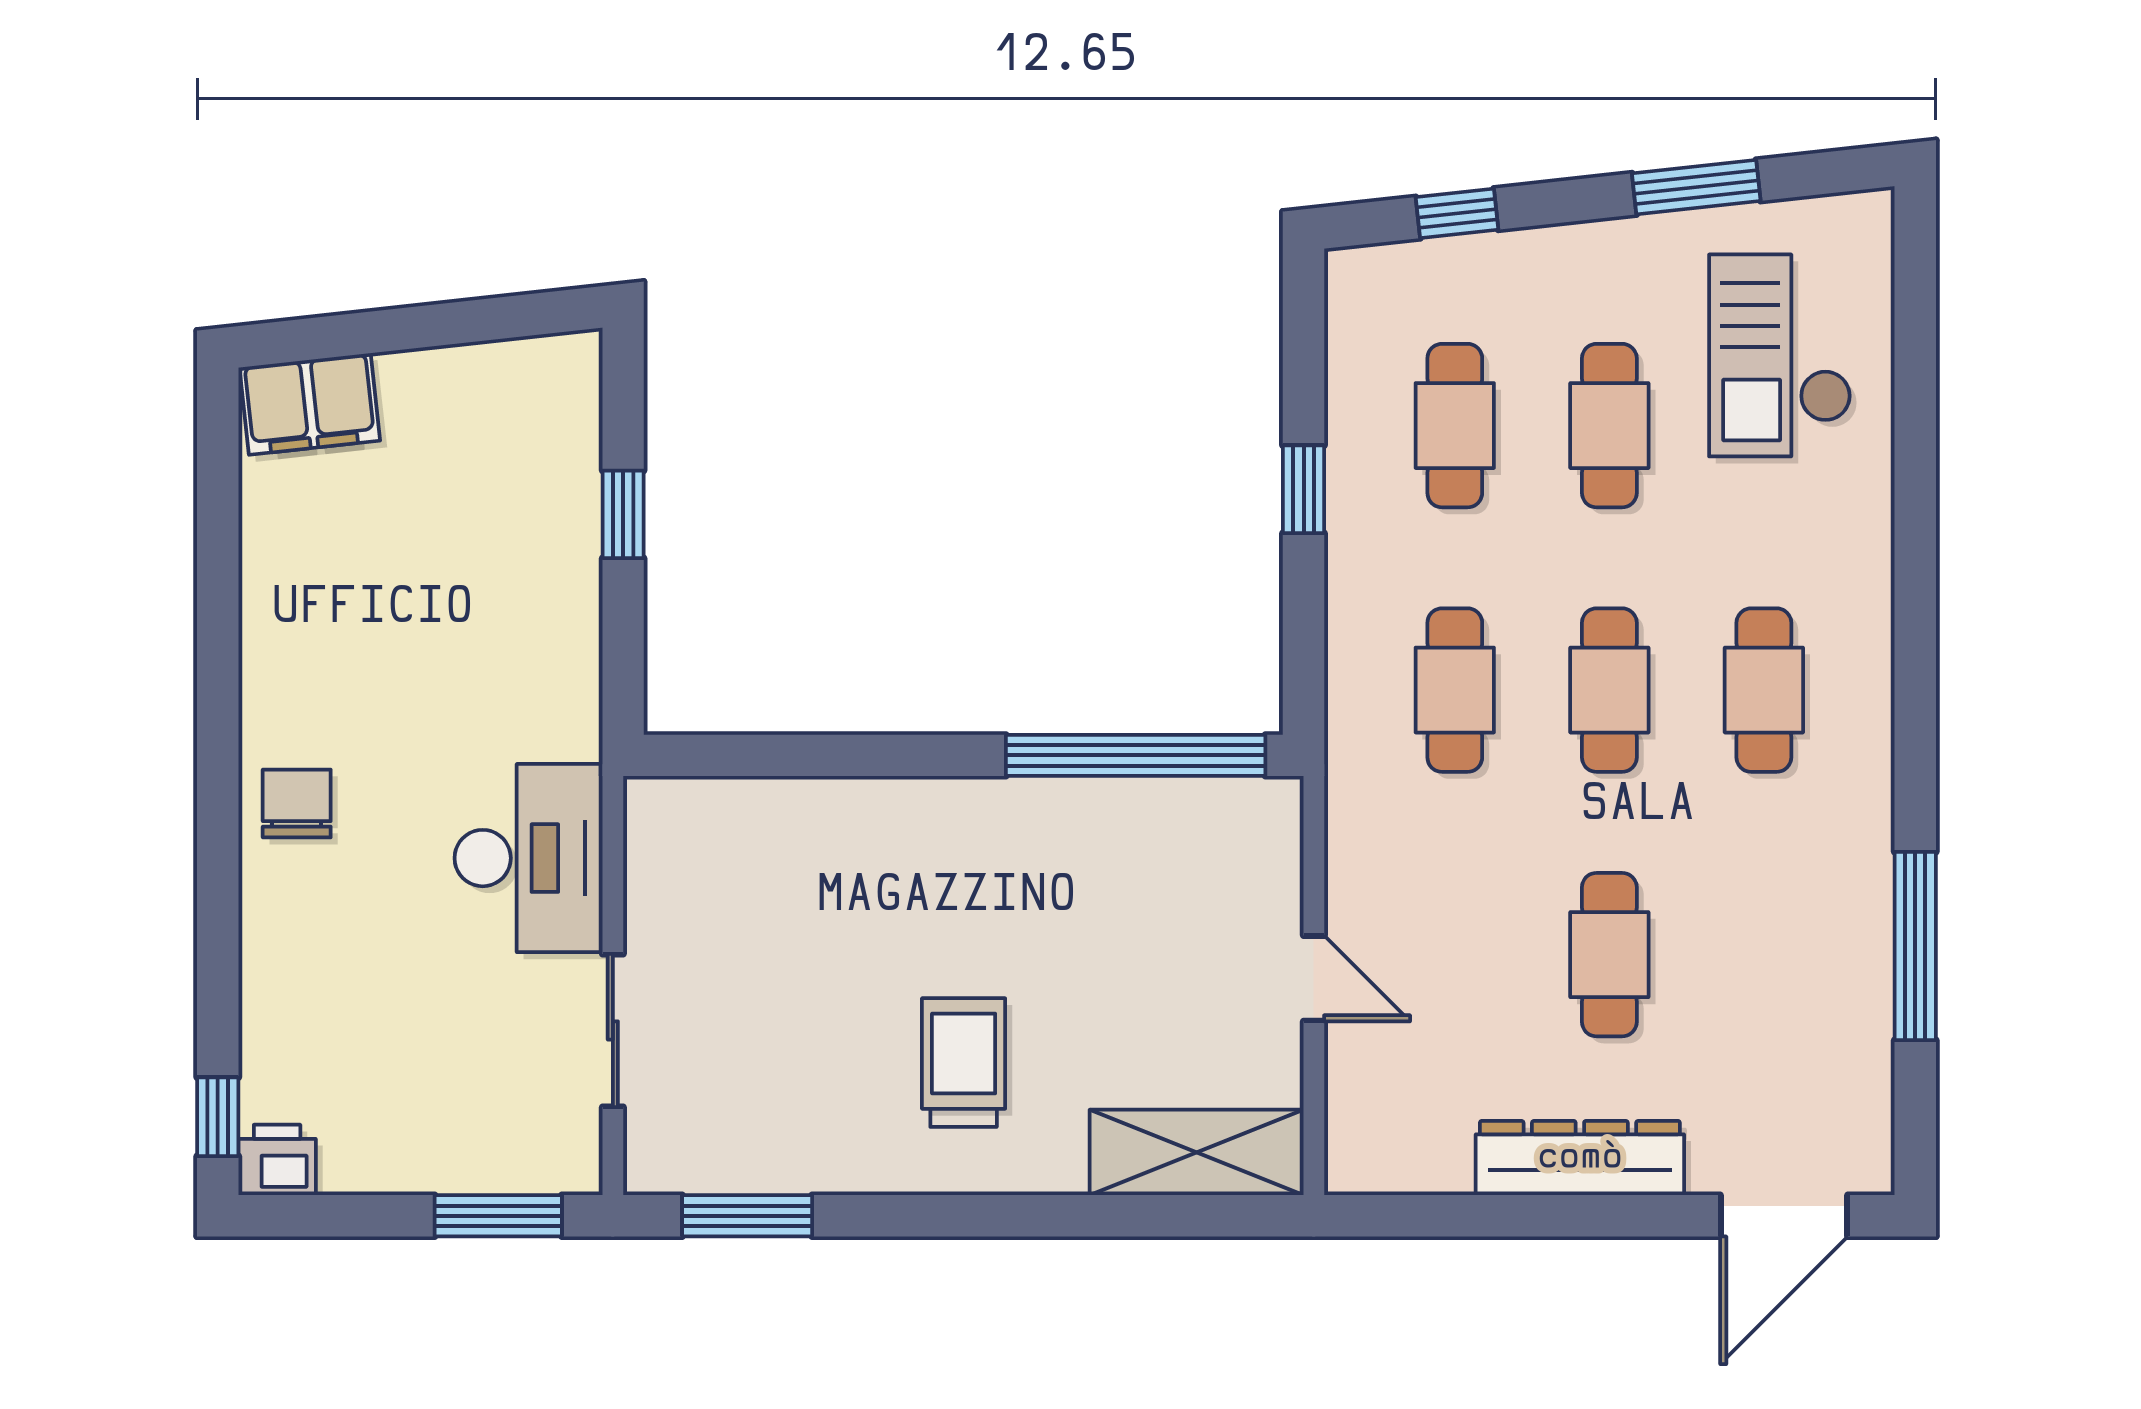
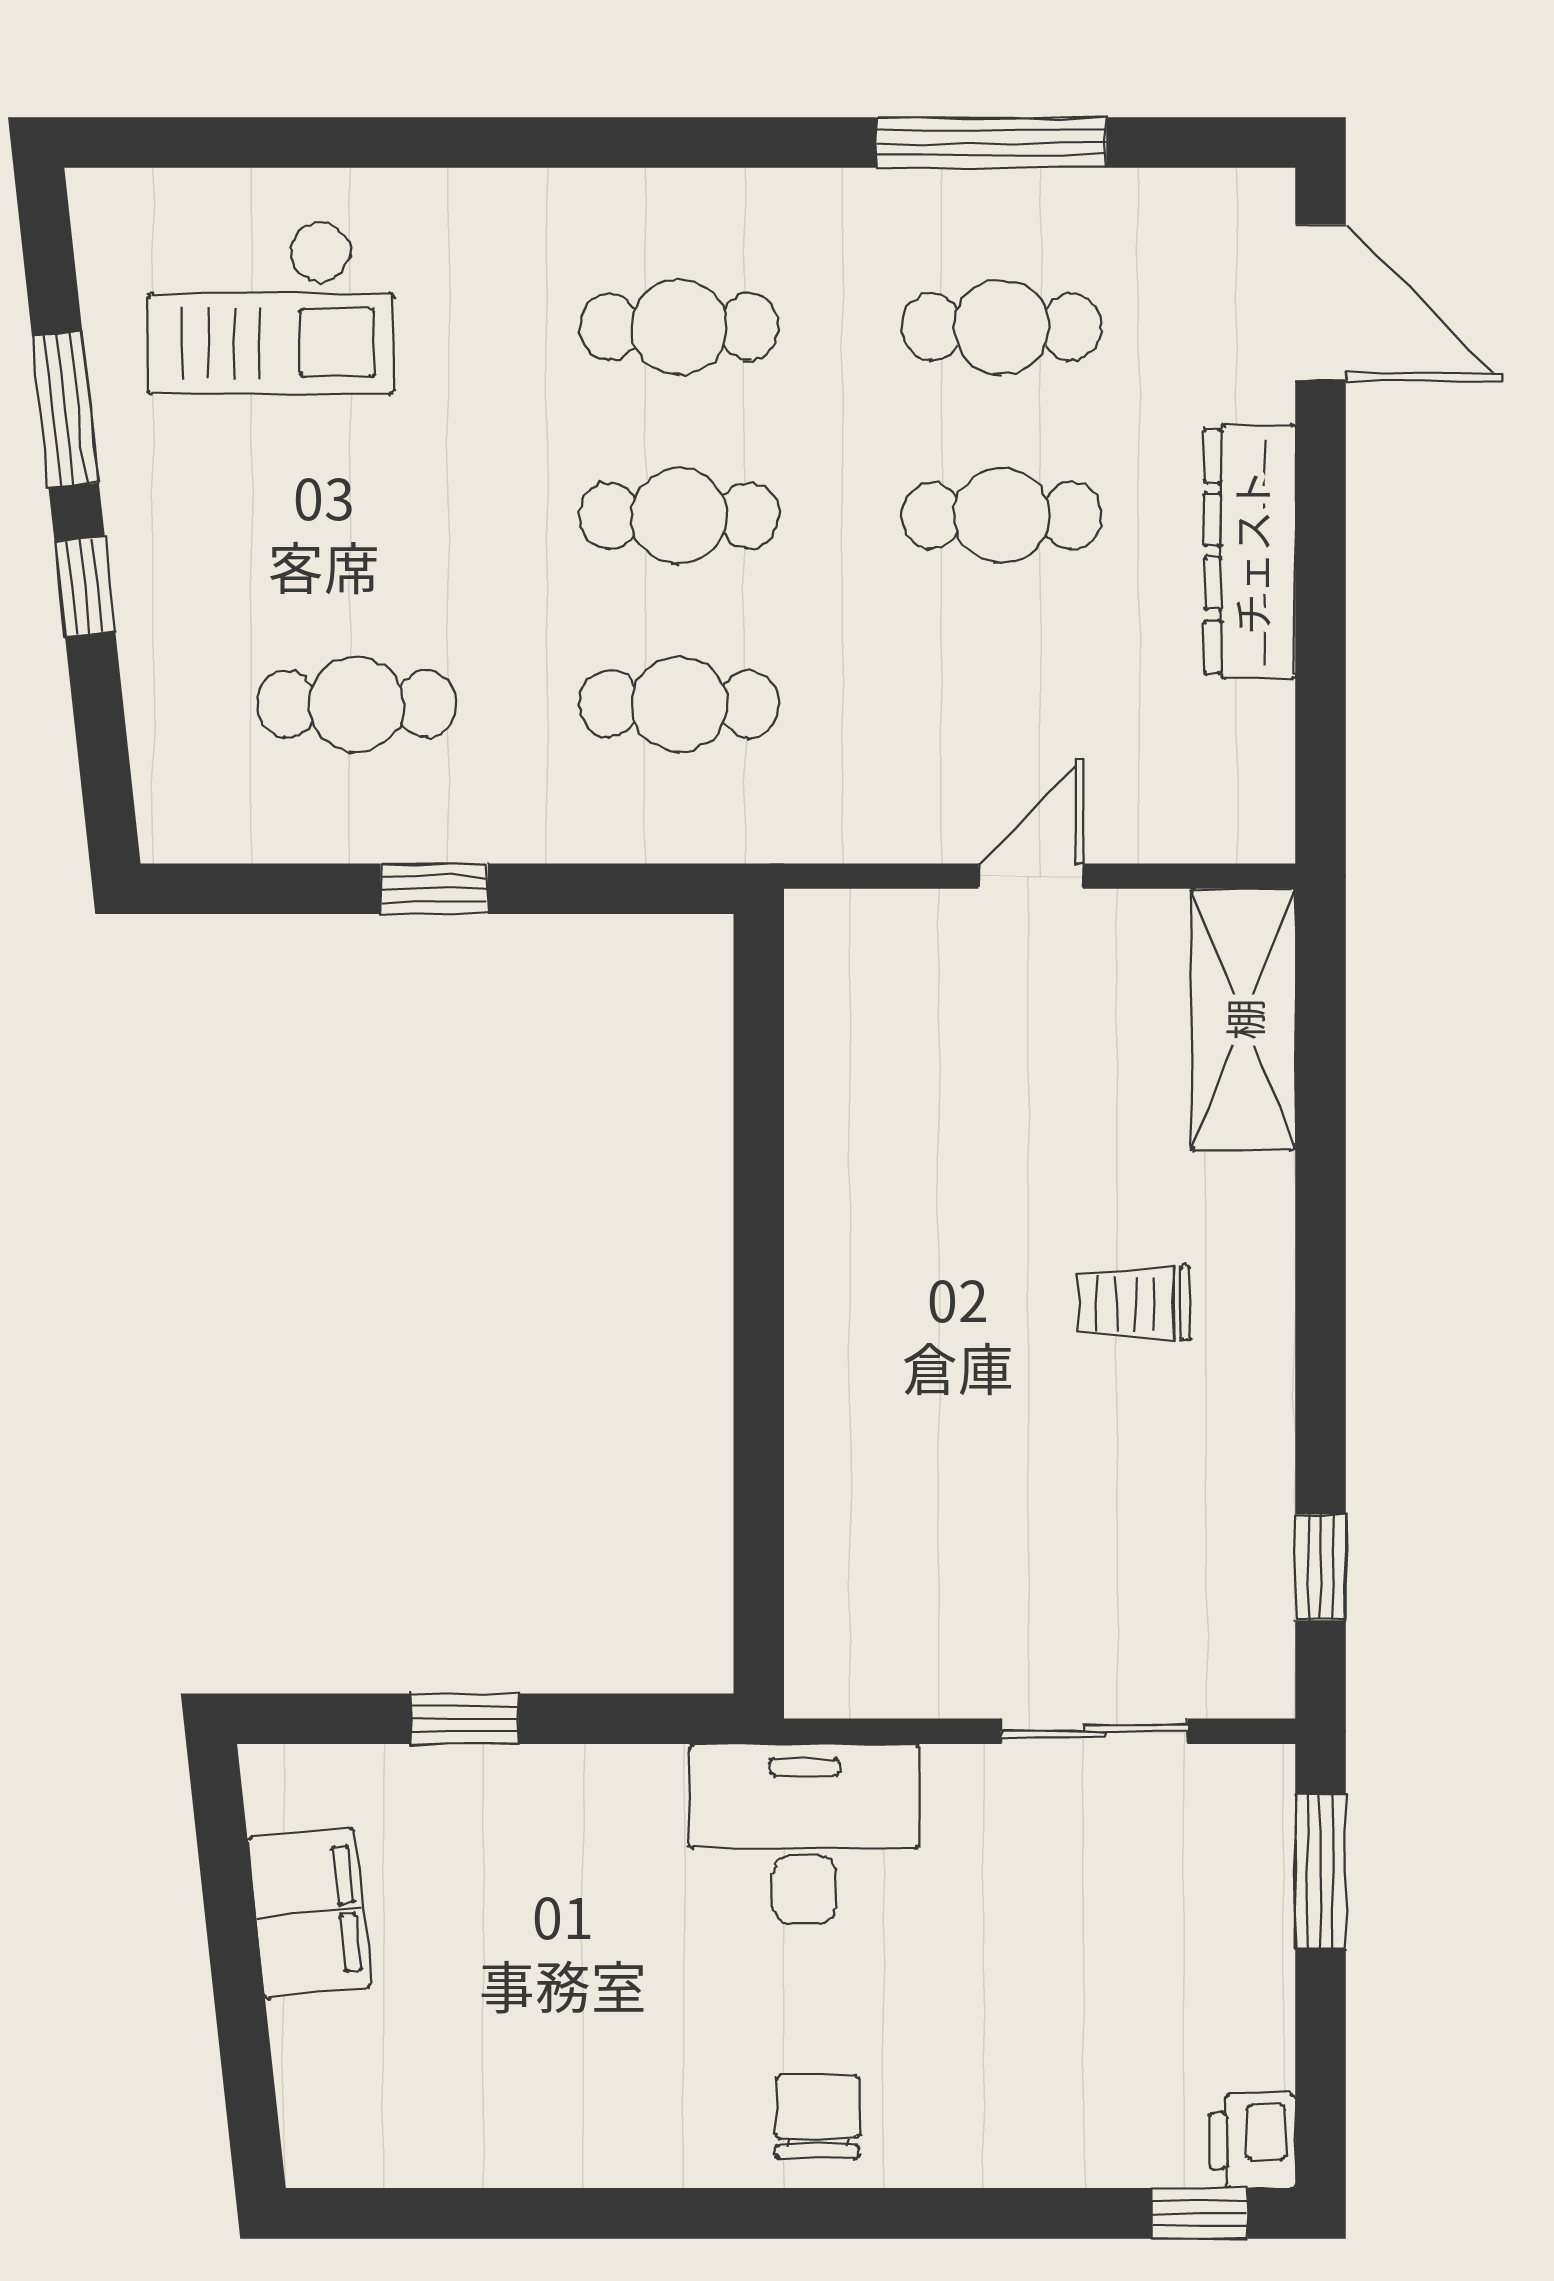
window: (1457, 213) -> (85, 586), moved
filing cabinet: (310, 404) -> (309, 1913), moved
cafe table: (1609, 426) -> (1002, 327), moved
window: (1136, 755) -> (759, 1093), removed
chair: (297, 804) -> (817, 2117), turned 90
desk: (529, 858) -> (804, 1834), moved
trolley: (964, 1063) -> (1133, 1303), width x0.73, depth x0.72
window: (747, 1216) -> (1320, 1567), width x0.67

